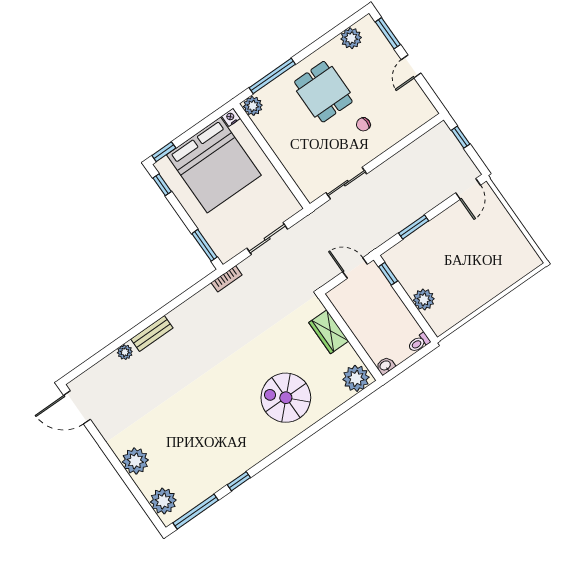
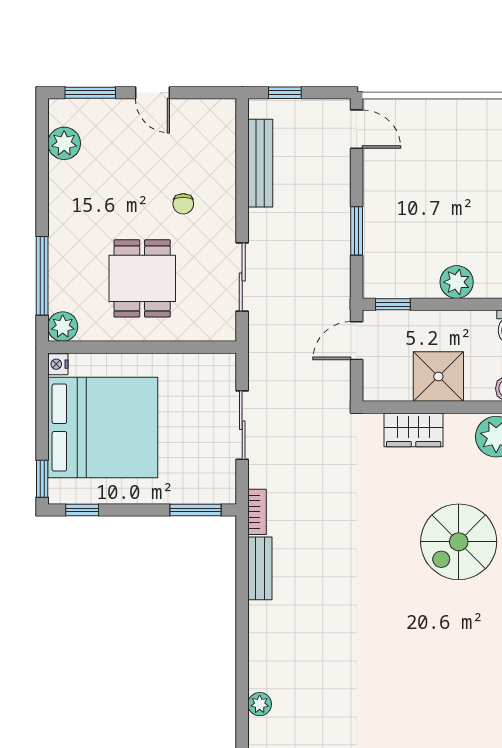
dining table: (323, 92) -> (142, 278), moved, turned 90
bench: (414, 150) -> (260, 163), added
shower: (367, 325) -> (438, 376), added
bench: (152, 333) -> (260, 568), moved

